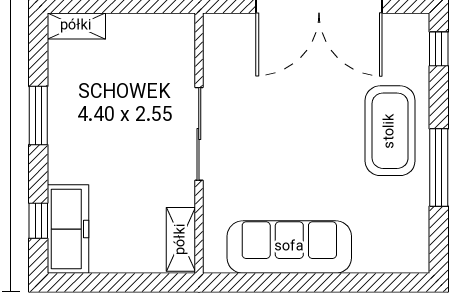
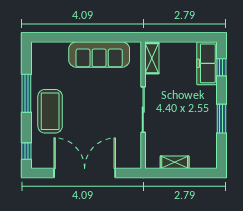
shelving: (76, 26) -> (175, 162), moved

